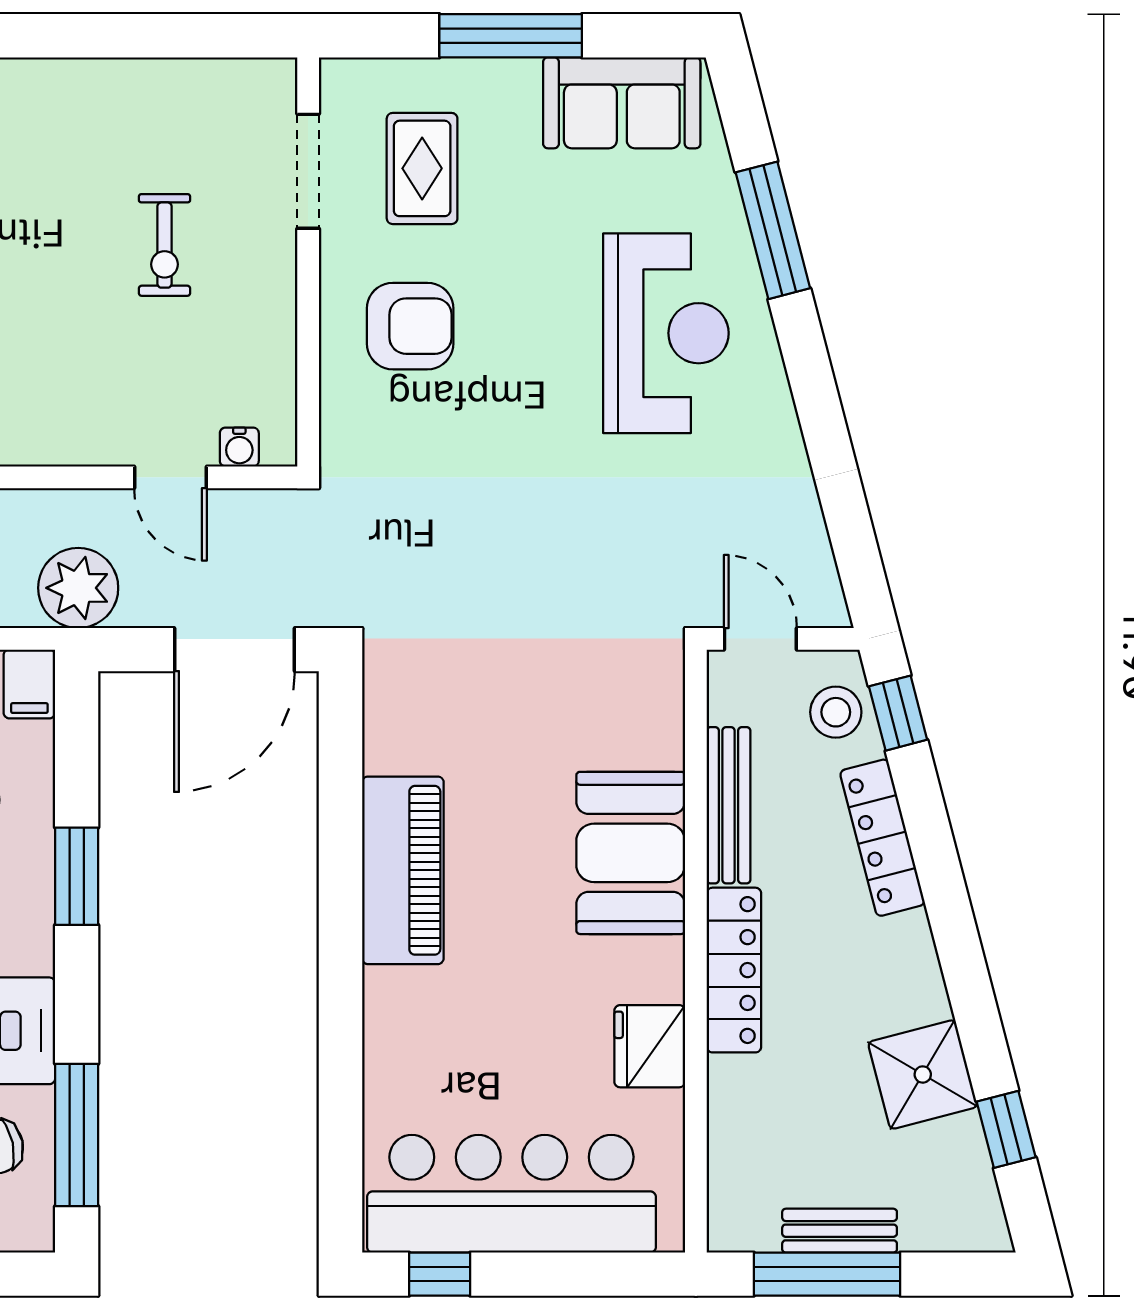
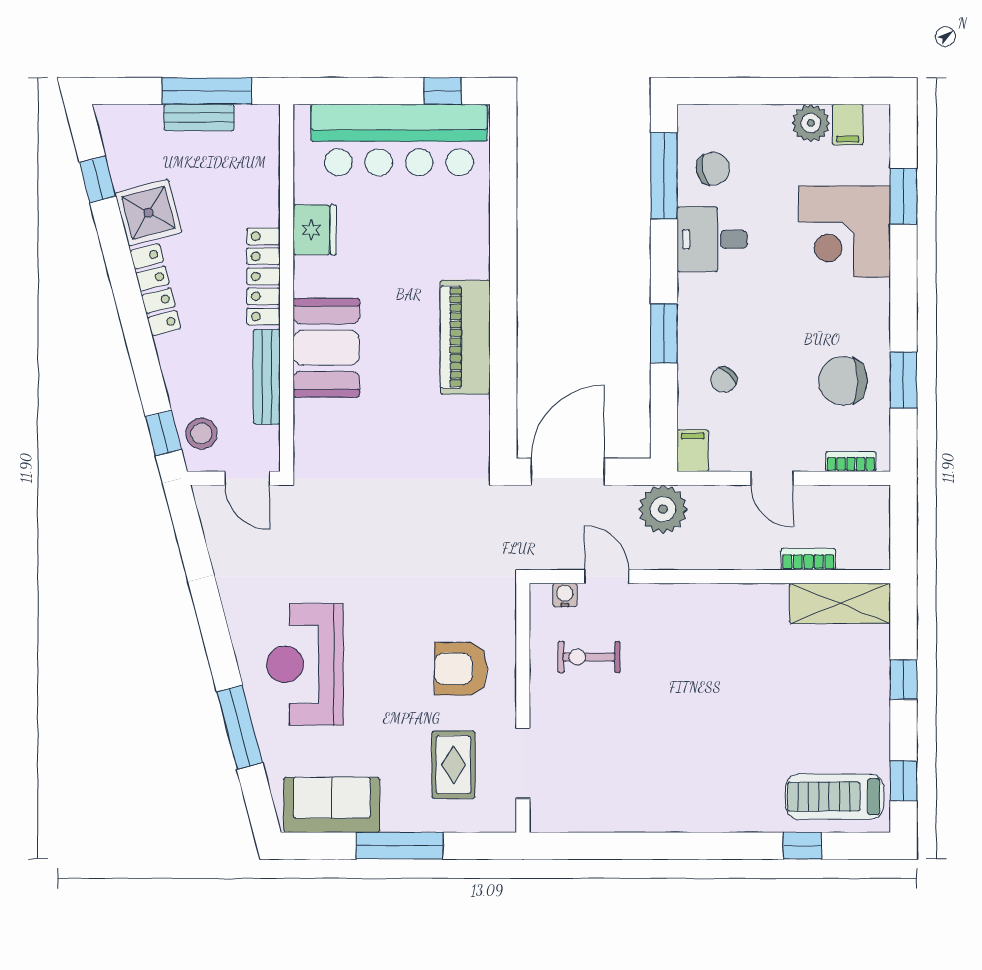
exercise bike: (165, 245) -> (589, 657), moved, turned -90
locker: (882, 838) -> (155, 290), moved

